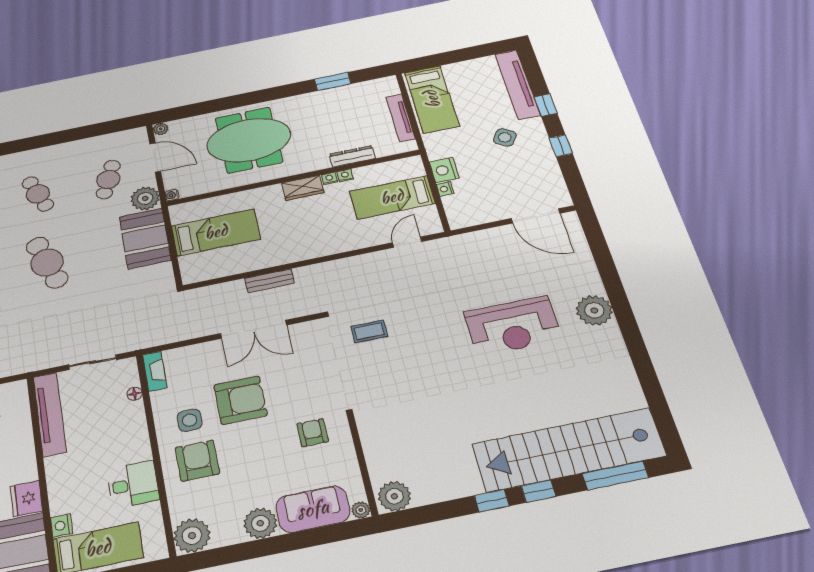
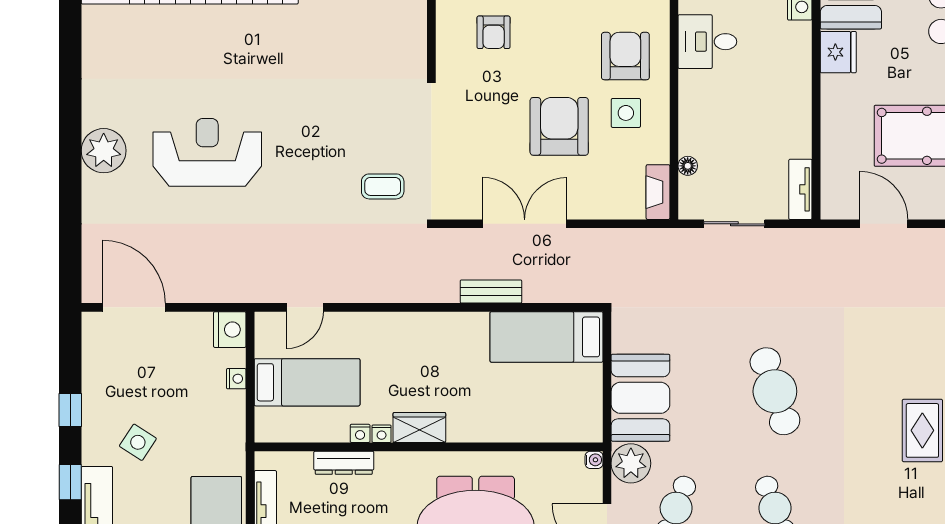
nightstand: (444, 170) -> (230, 330), moved
bed: (216, 232) -> (546, 337), moved
armchair: (240, 400) -> (559, 126), turned 90
tv unit: (50, 414) -> (800, 189), width x0.52, depth x0.78
armchair: (312, 433) -> (494, 32), moved
armchair: (197, 461) -> (625, 56), turned 180

